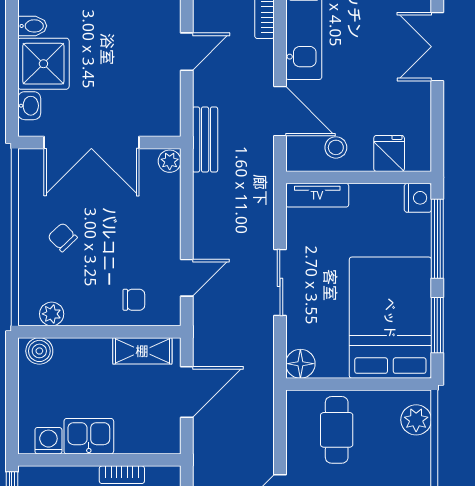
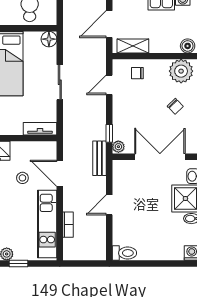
stool: (336, 147) -> (22, 178), moved
window: (187, 186) -> (109, 133), added
plant: (52, 314) -> (181, 71), width x1.88, depth x1.88

